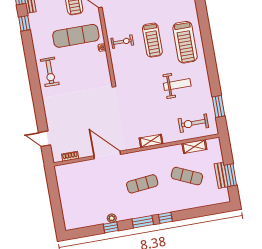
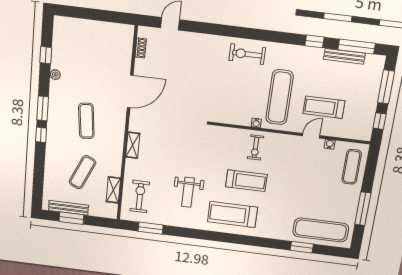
treadmill: (152, 40) -> (246, 181), turned 180
bench: (221, 175) -> (68, 208), width x1.36
window: (111, 227) -> (46, 55), moved

